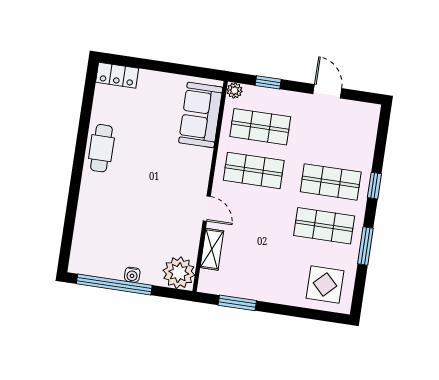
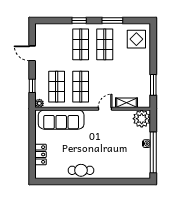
locker: (117, 75) -> (41, 155), moved
door: (327, 91) -> (32, 53), hinge flipped
sofa: (201, 115) -> (61, 120), width x1.36

